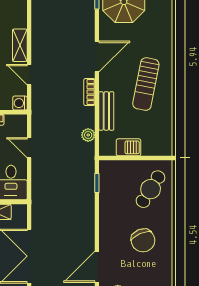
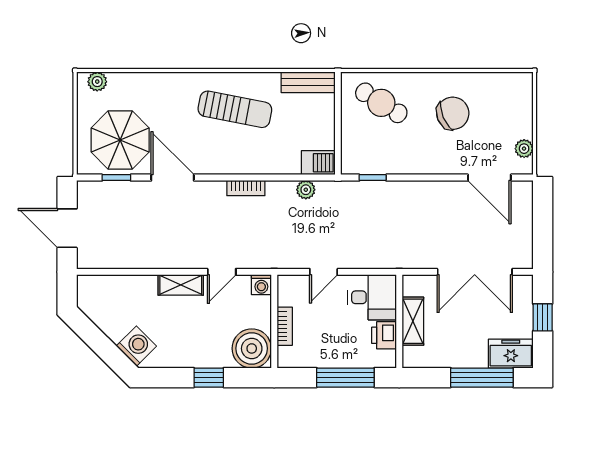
door: (97, 57) -> (173, 178), moved
bench: (106, 111) -> (308, 82), moved
barbecue: (129, 147) -> (318, 163), moved, turned 90

